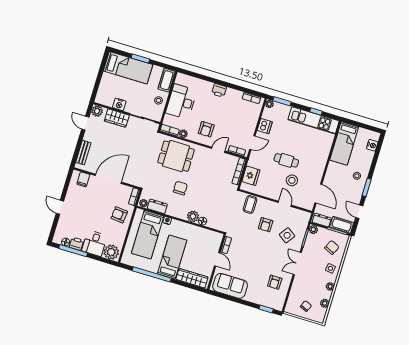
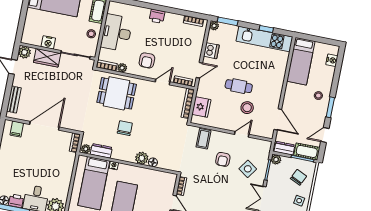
door: (285, 204) -> (242, 134), hinge flipped
door: (359, 212) -> (325, 135), hinge flipped
armchair: (119, 215) -> (60, 164), removed

